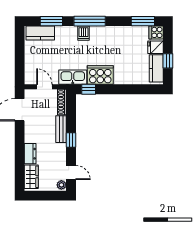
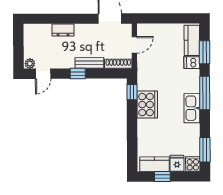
dishwasher: (83, 33) -> (192, 63), moved
kitchen sink: (73, 77) -> (192, 108), moved, turned 180
wardrobe: (31, 177) -> (38, 31), removed

